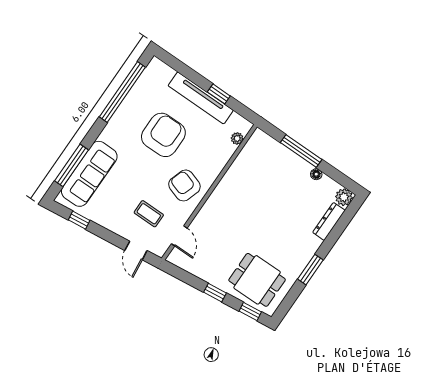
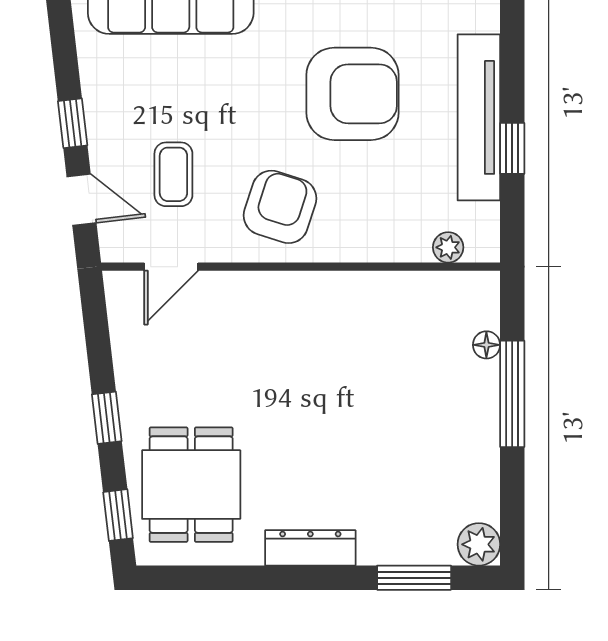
floor lamp: (316, 174) -> (486, 345), moved
window: (79, 220) -> (73, 123), moved
dresser: (329, 221) -> (310, 548), moved
door: (136, 250) -> (82, 200), swing flipped
window: (310, 270) -> (414, 578), moved

